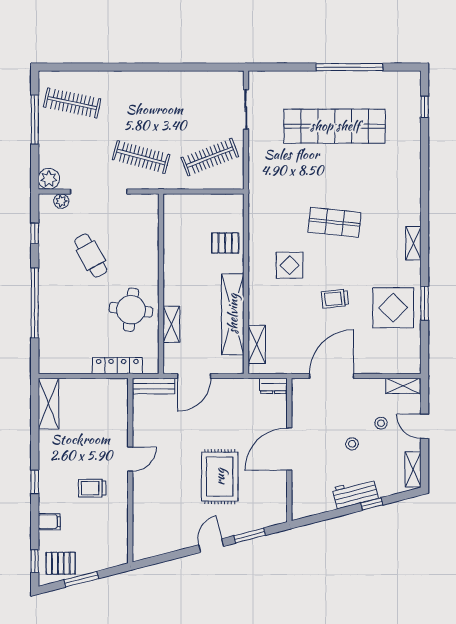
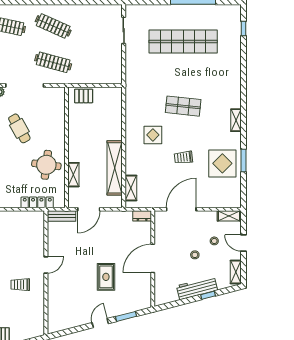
clothes rail: (210, 157) -> (53, 26), moved, turned 45
pallet: (225, 243) -> (84, 96), moved
rug: (220, 477) -> (106, 277), width x0.73, depth x0.70
workbench: (355, 493) -> (197, 288), width x1.38

